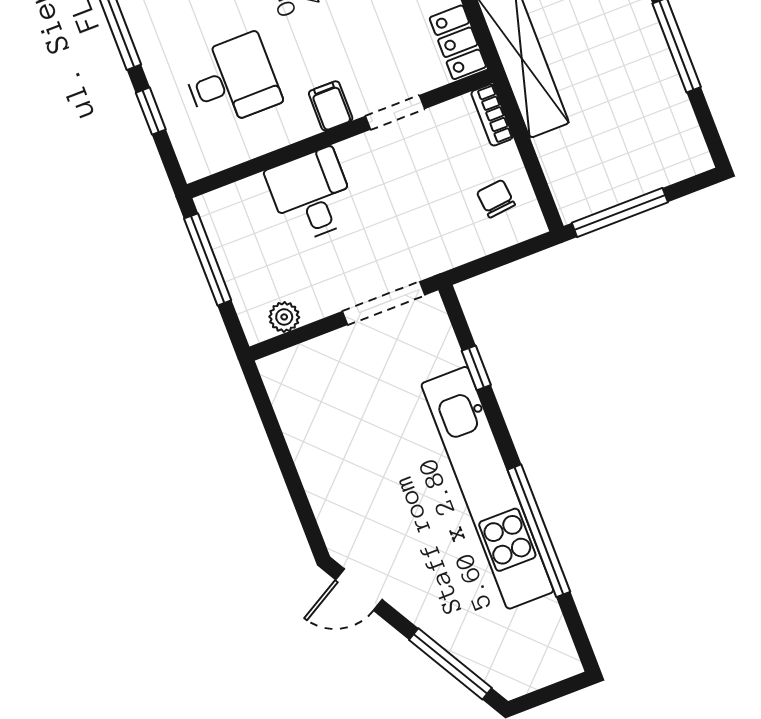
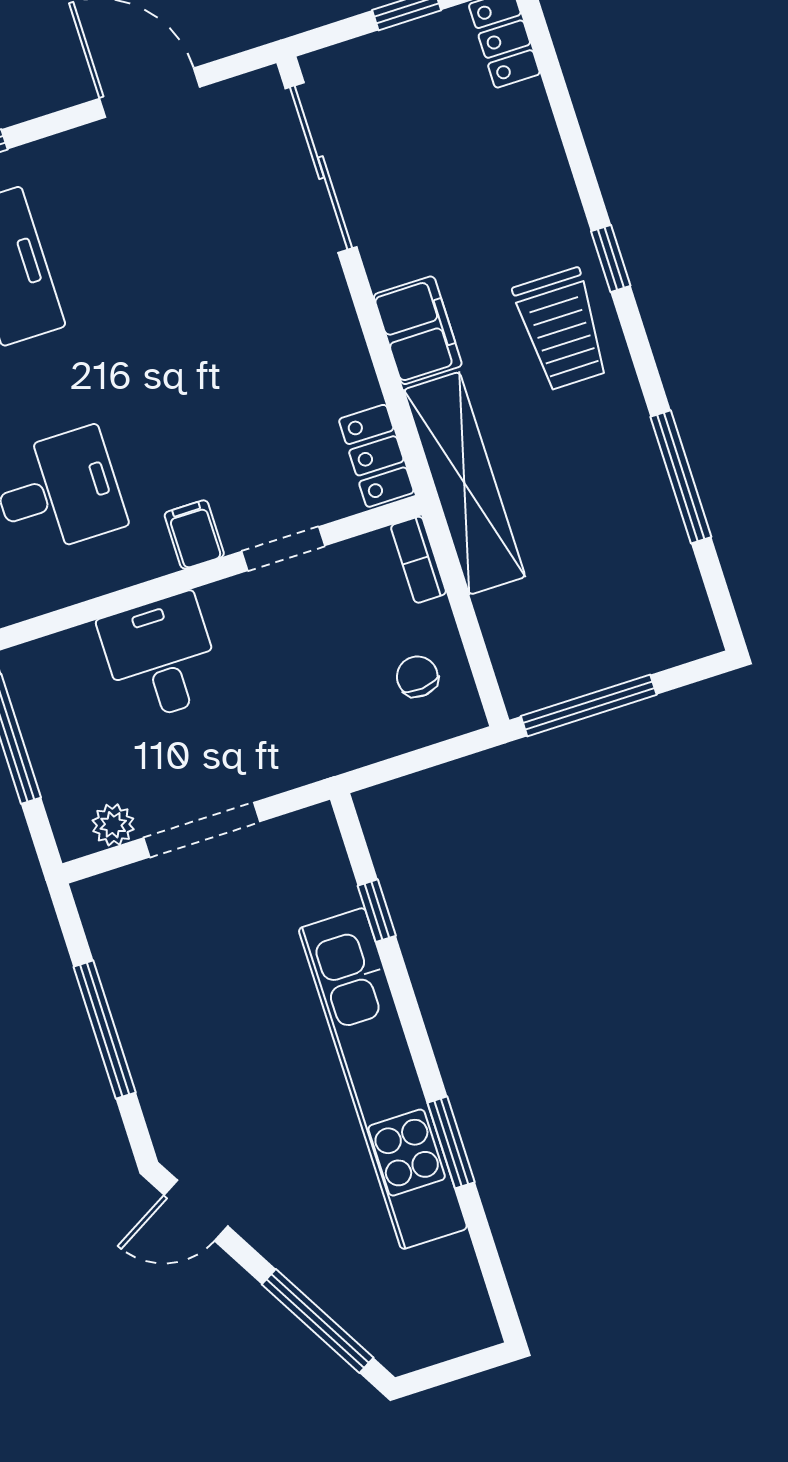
doorway: (383, 303) -> (202, 830), moved
window: (286, 464) -> (105, 1030), added
window: (539, 531) -> (451, 1142), width x0.47

